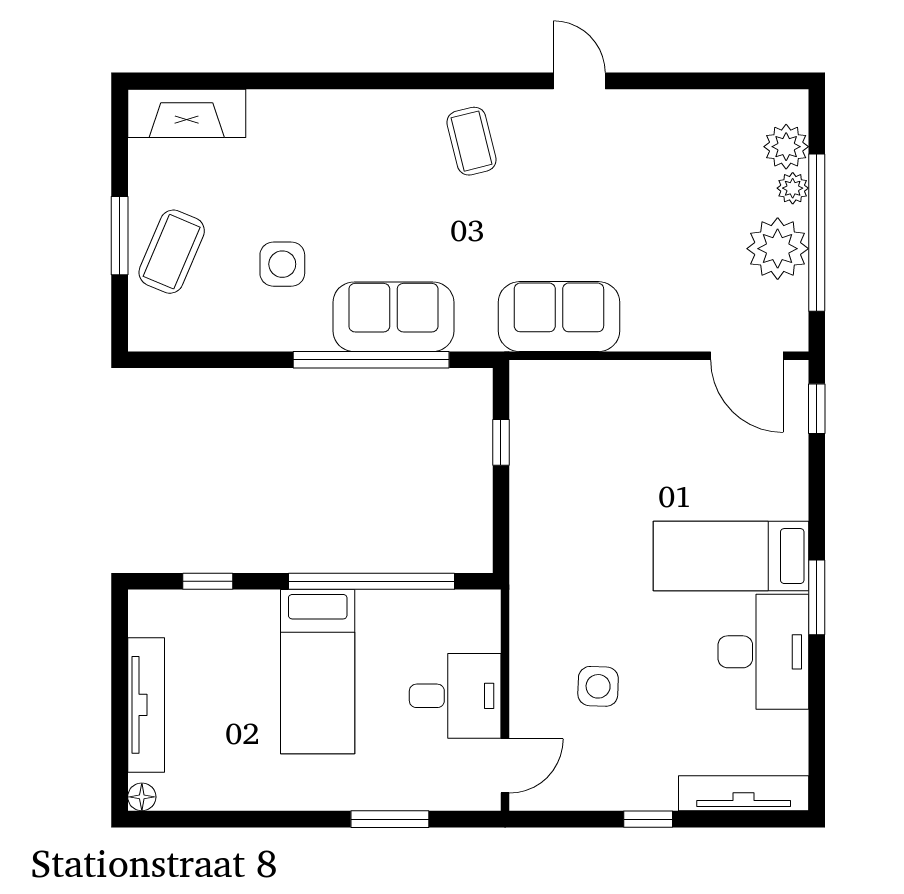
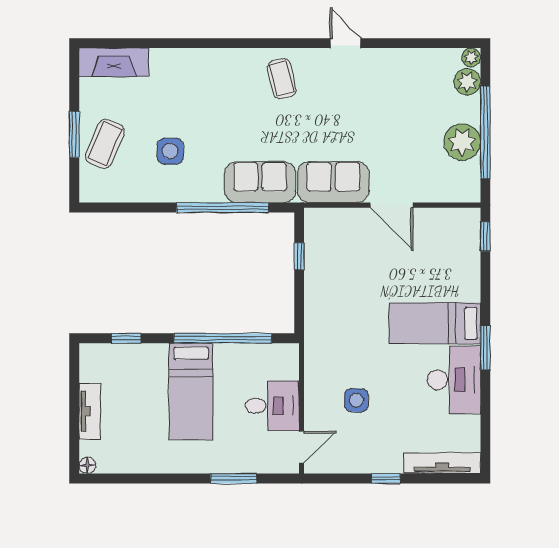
plant: (793, 188) -> (471, 57), moved
sofa: (393, 317) -> (260, 182), moved
door: (747, 356) -> (392, 205), moved
tv unit: (146, 705) -> (90, 411), width x0.71

